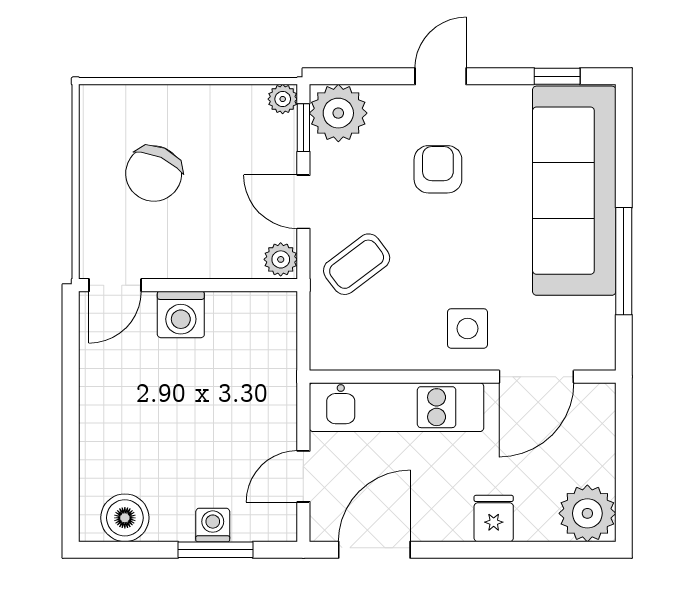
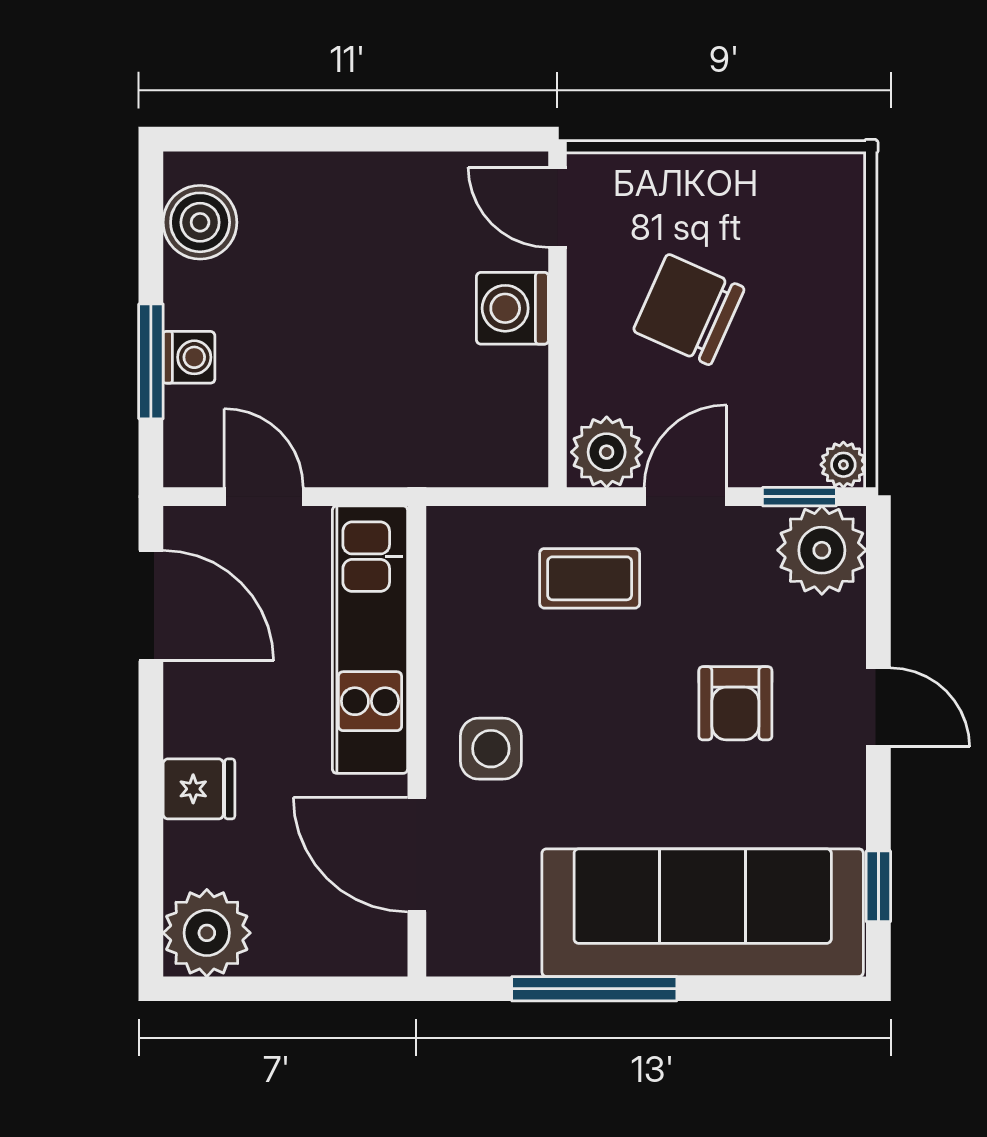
armchair: (438, 169) -> (735, 703), turned 90
chair: (154, 174) -> (689, 310), moved
plant: (281, 259) -> (607, 452), width x1.38, depth x1.38
coffee table: (357, 264) -> (590, 578), turned -53

